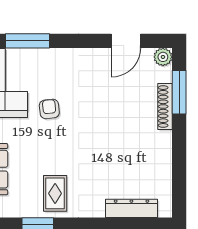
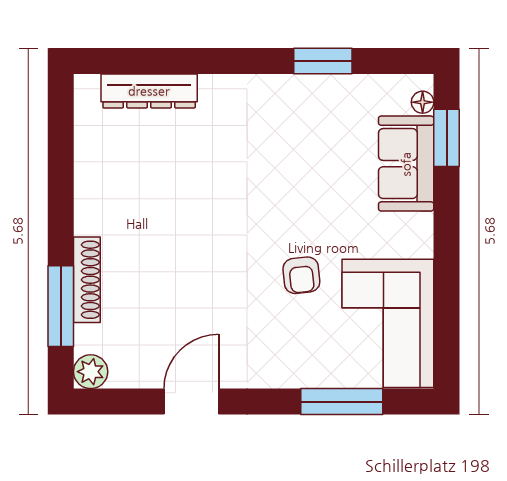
door: (126, 41) -> (191, 402), moved
rug: (55, 193) -> (291, 118), removed

